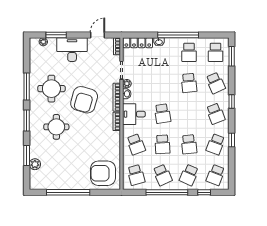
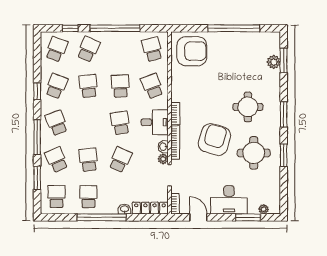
door: (98, 35) -> (198, 217), swing flipped
window: (232, 56) -> (37, 178), moved
window: (27, 87) -> (284, 155), width x0.69
window: (232, 102) -> (37, 137), width x2.17
window: (27, 155) -> (284, 60), moved
school desk: (162, 175) -> (120, 160), moved, turned 48

